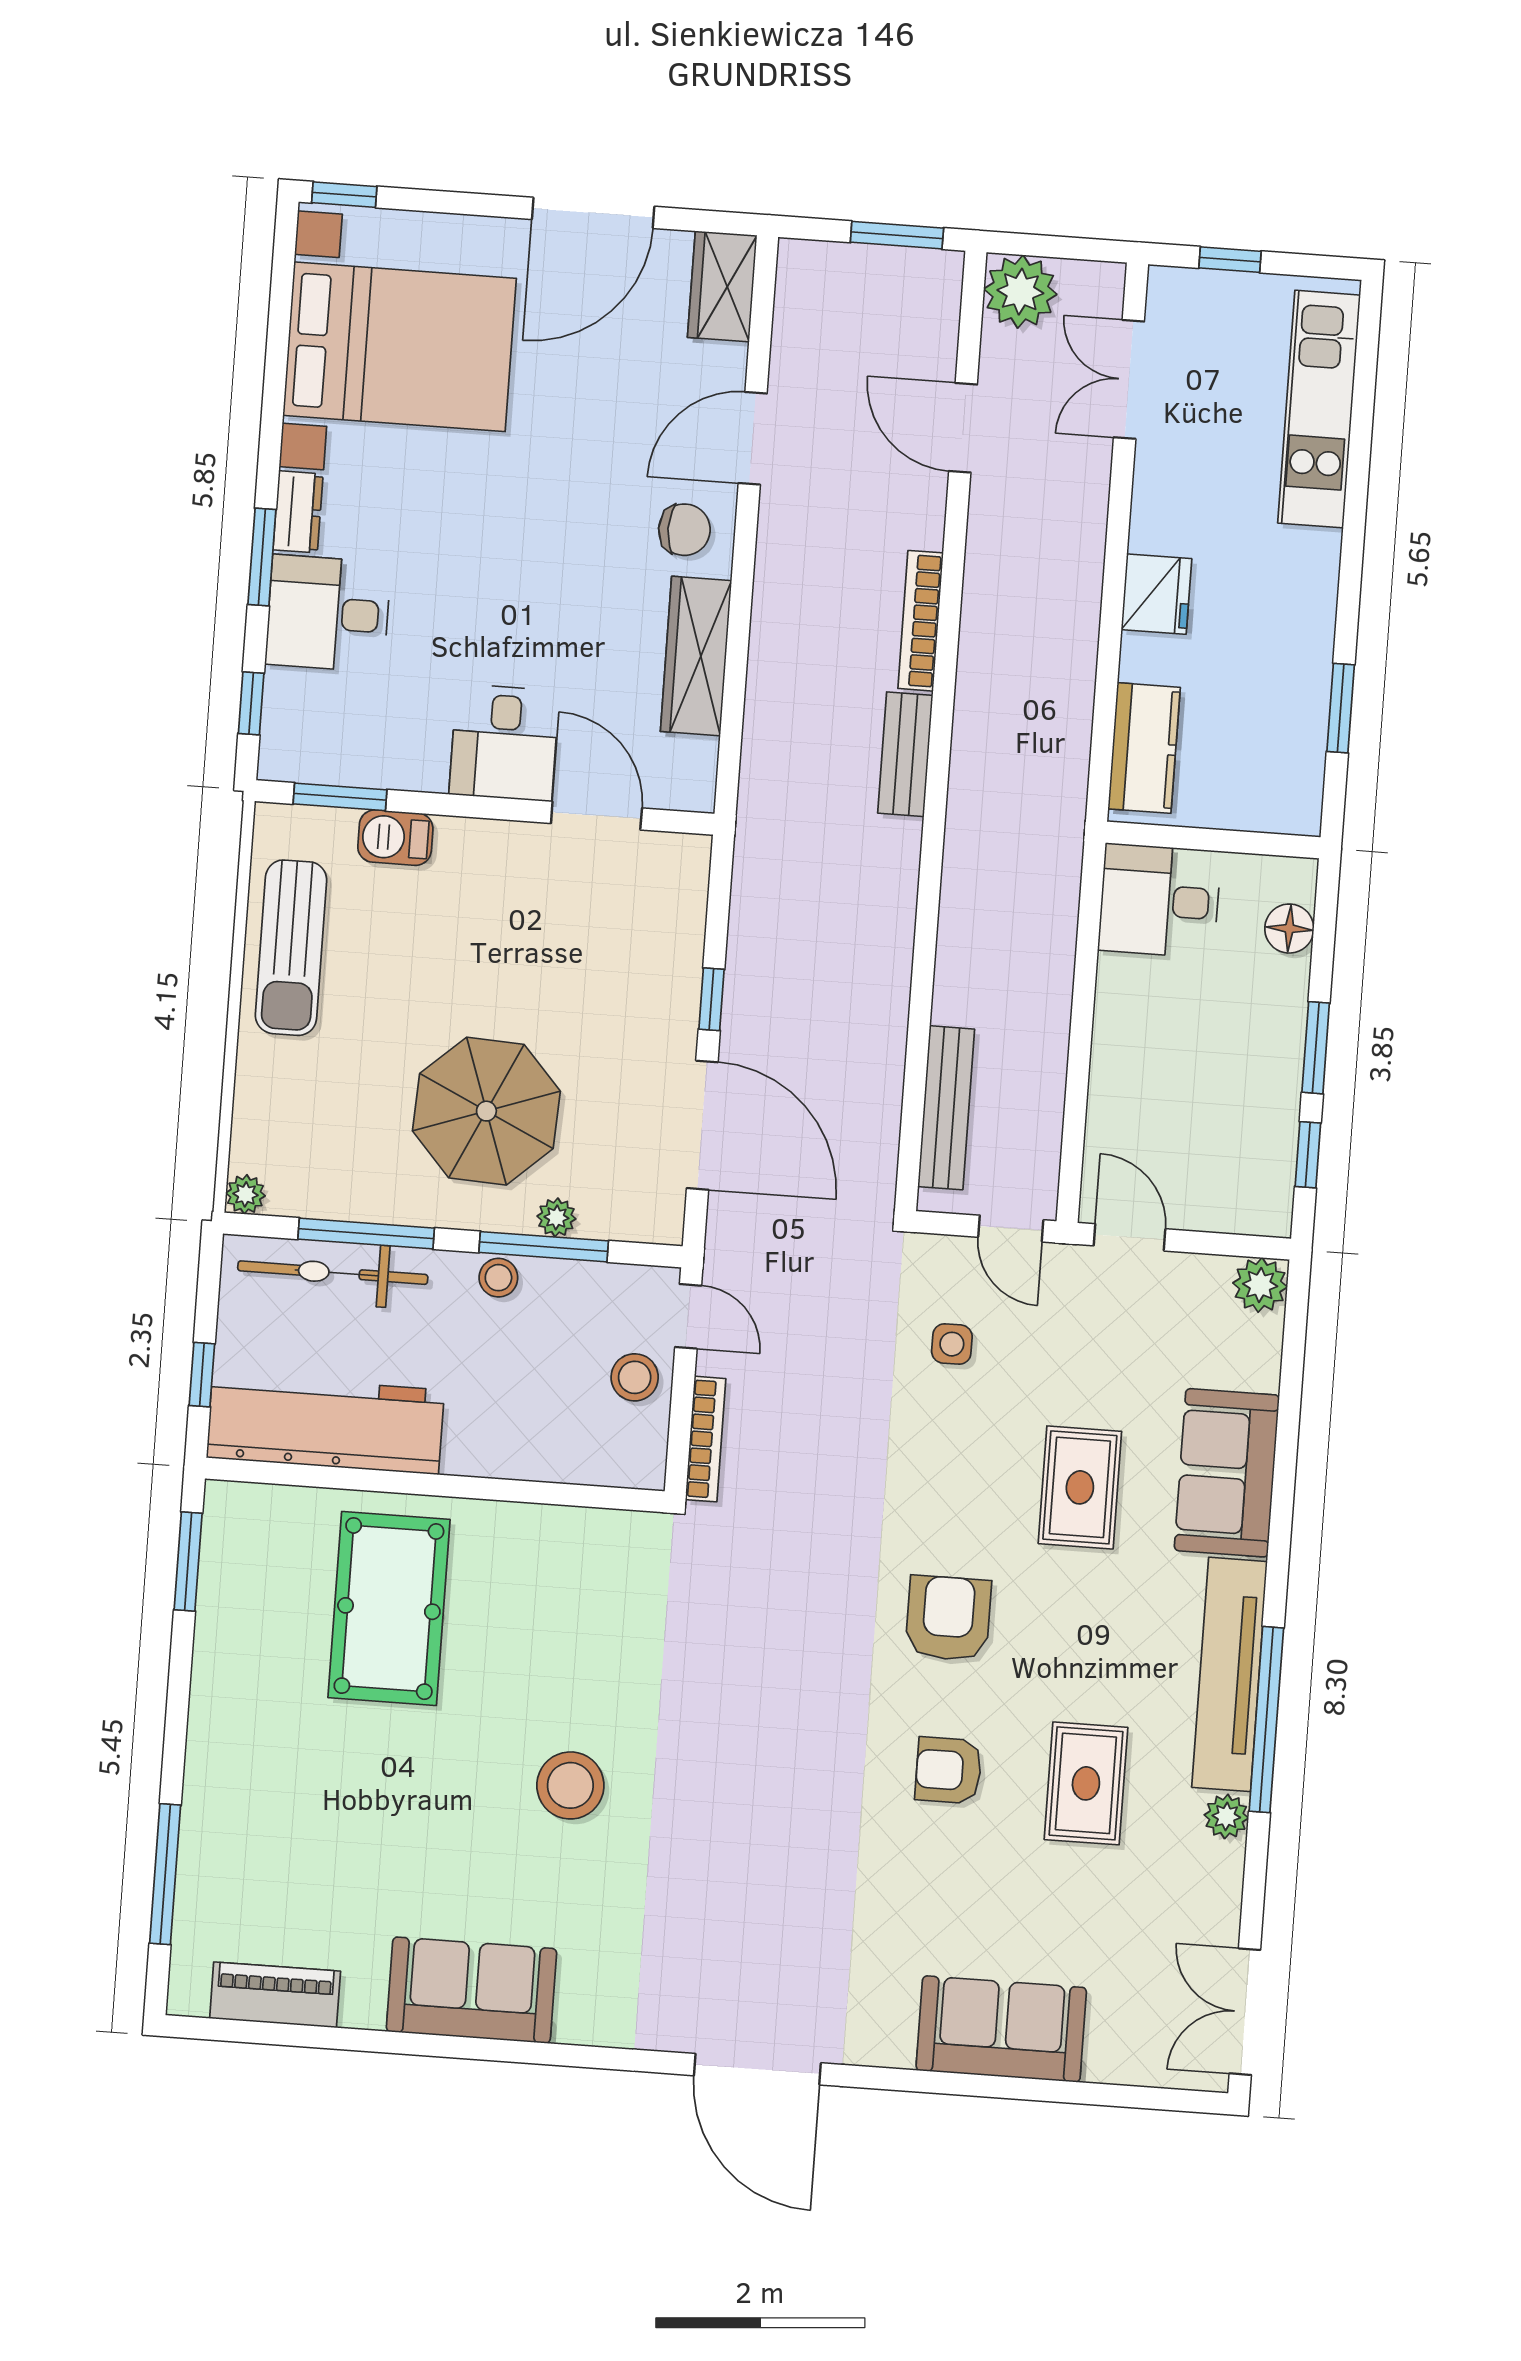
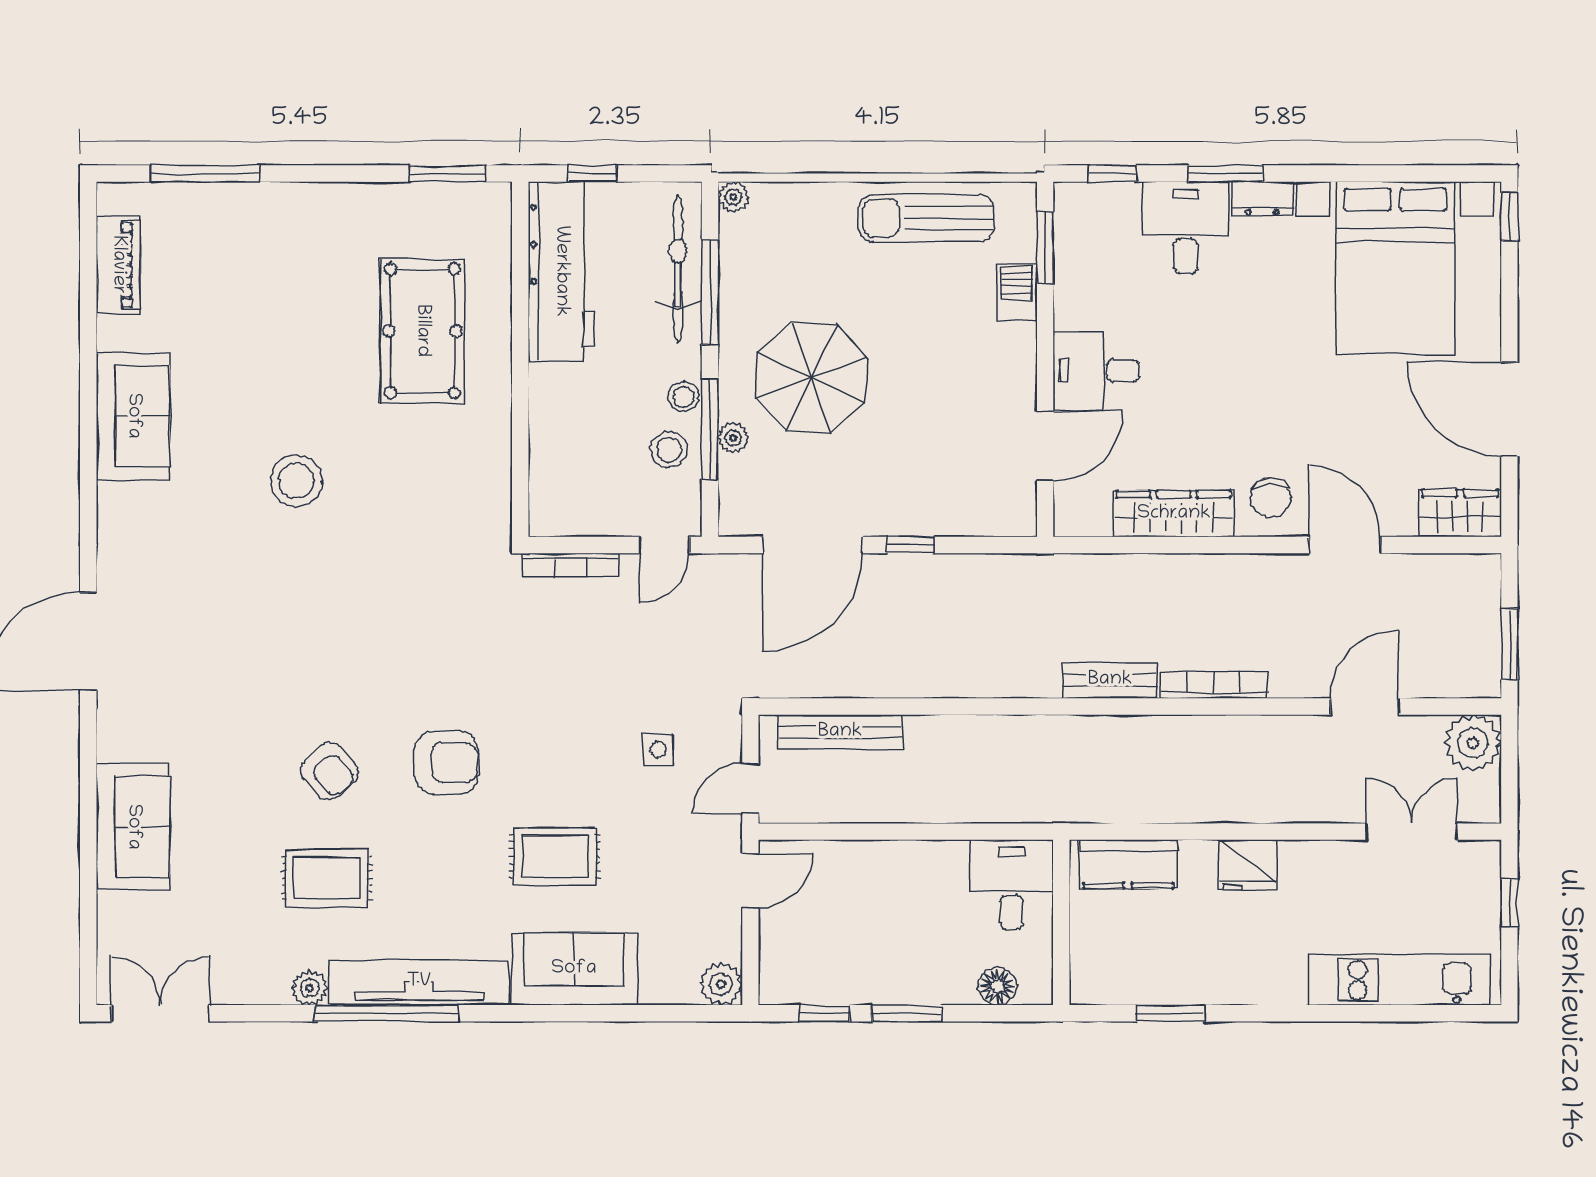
stool: (635, 1377) -> (669, 449), moved
pool table: (389, 1609) -> (422, 331), turned 90
armchair: (948, 1770) -> (329, 771), turned 137

